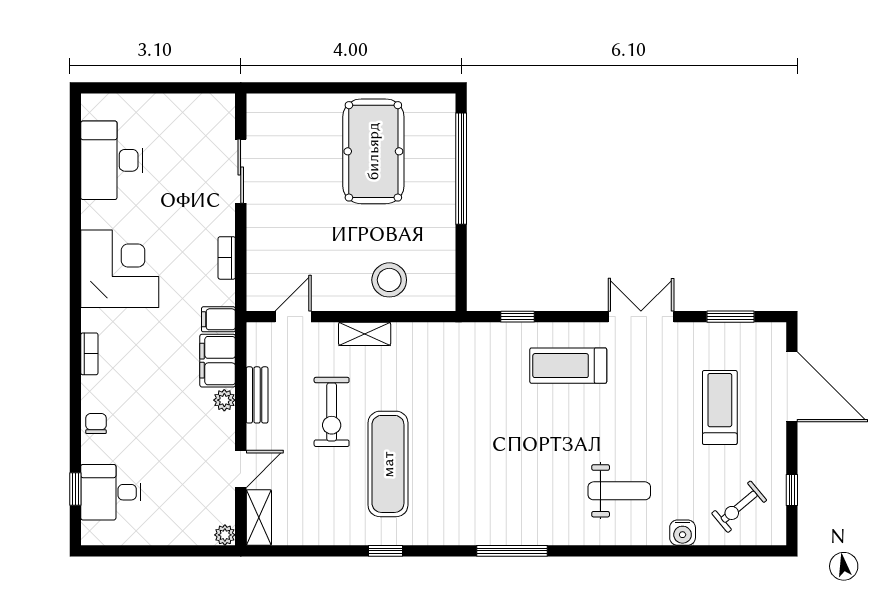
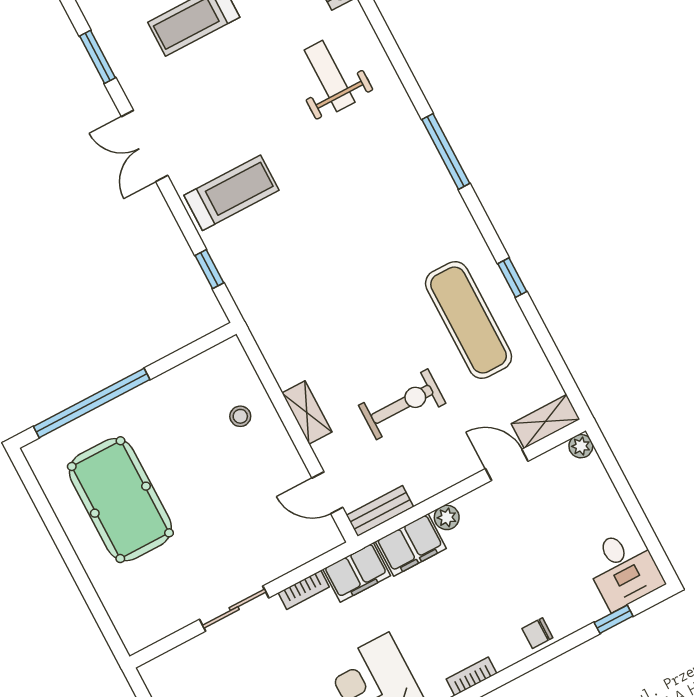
pool table: (373, 151) -> (120, 500), turned 90
sliding door: (241, 171) -> (234, 609), moved
stool: (389, 280) -> (240, 416), width x0.53, depth x0.53
filing cabinet: (218, 319) -> (357, 572), width x2.00
treadmill: (568, 366) -> (232, 193), turned -90
bench: (257, 395) -> (380, 511), moved
exercise mat: (388, 464) -> (469, 320), moved, turned 90
desk: (111, 492) -> (623, 569), moved

